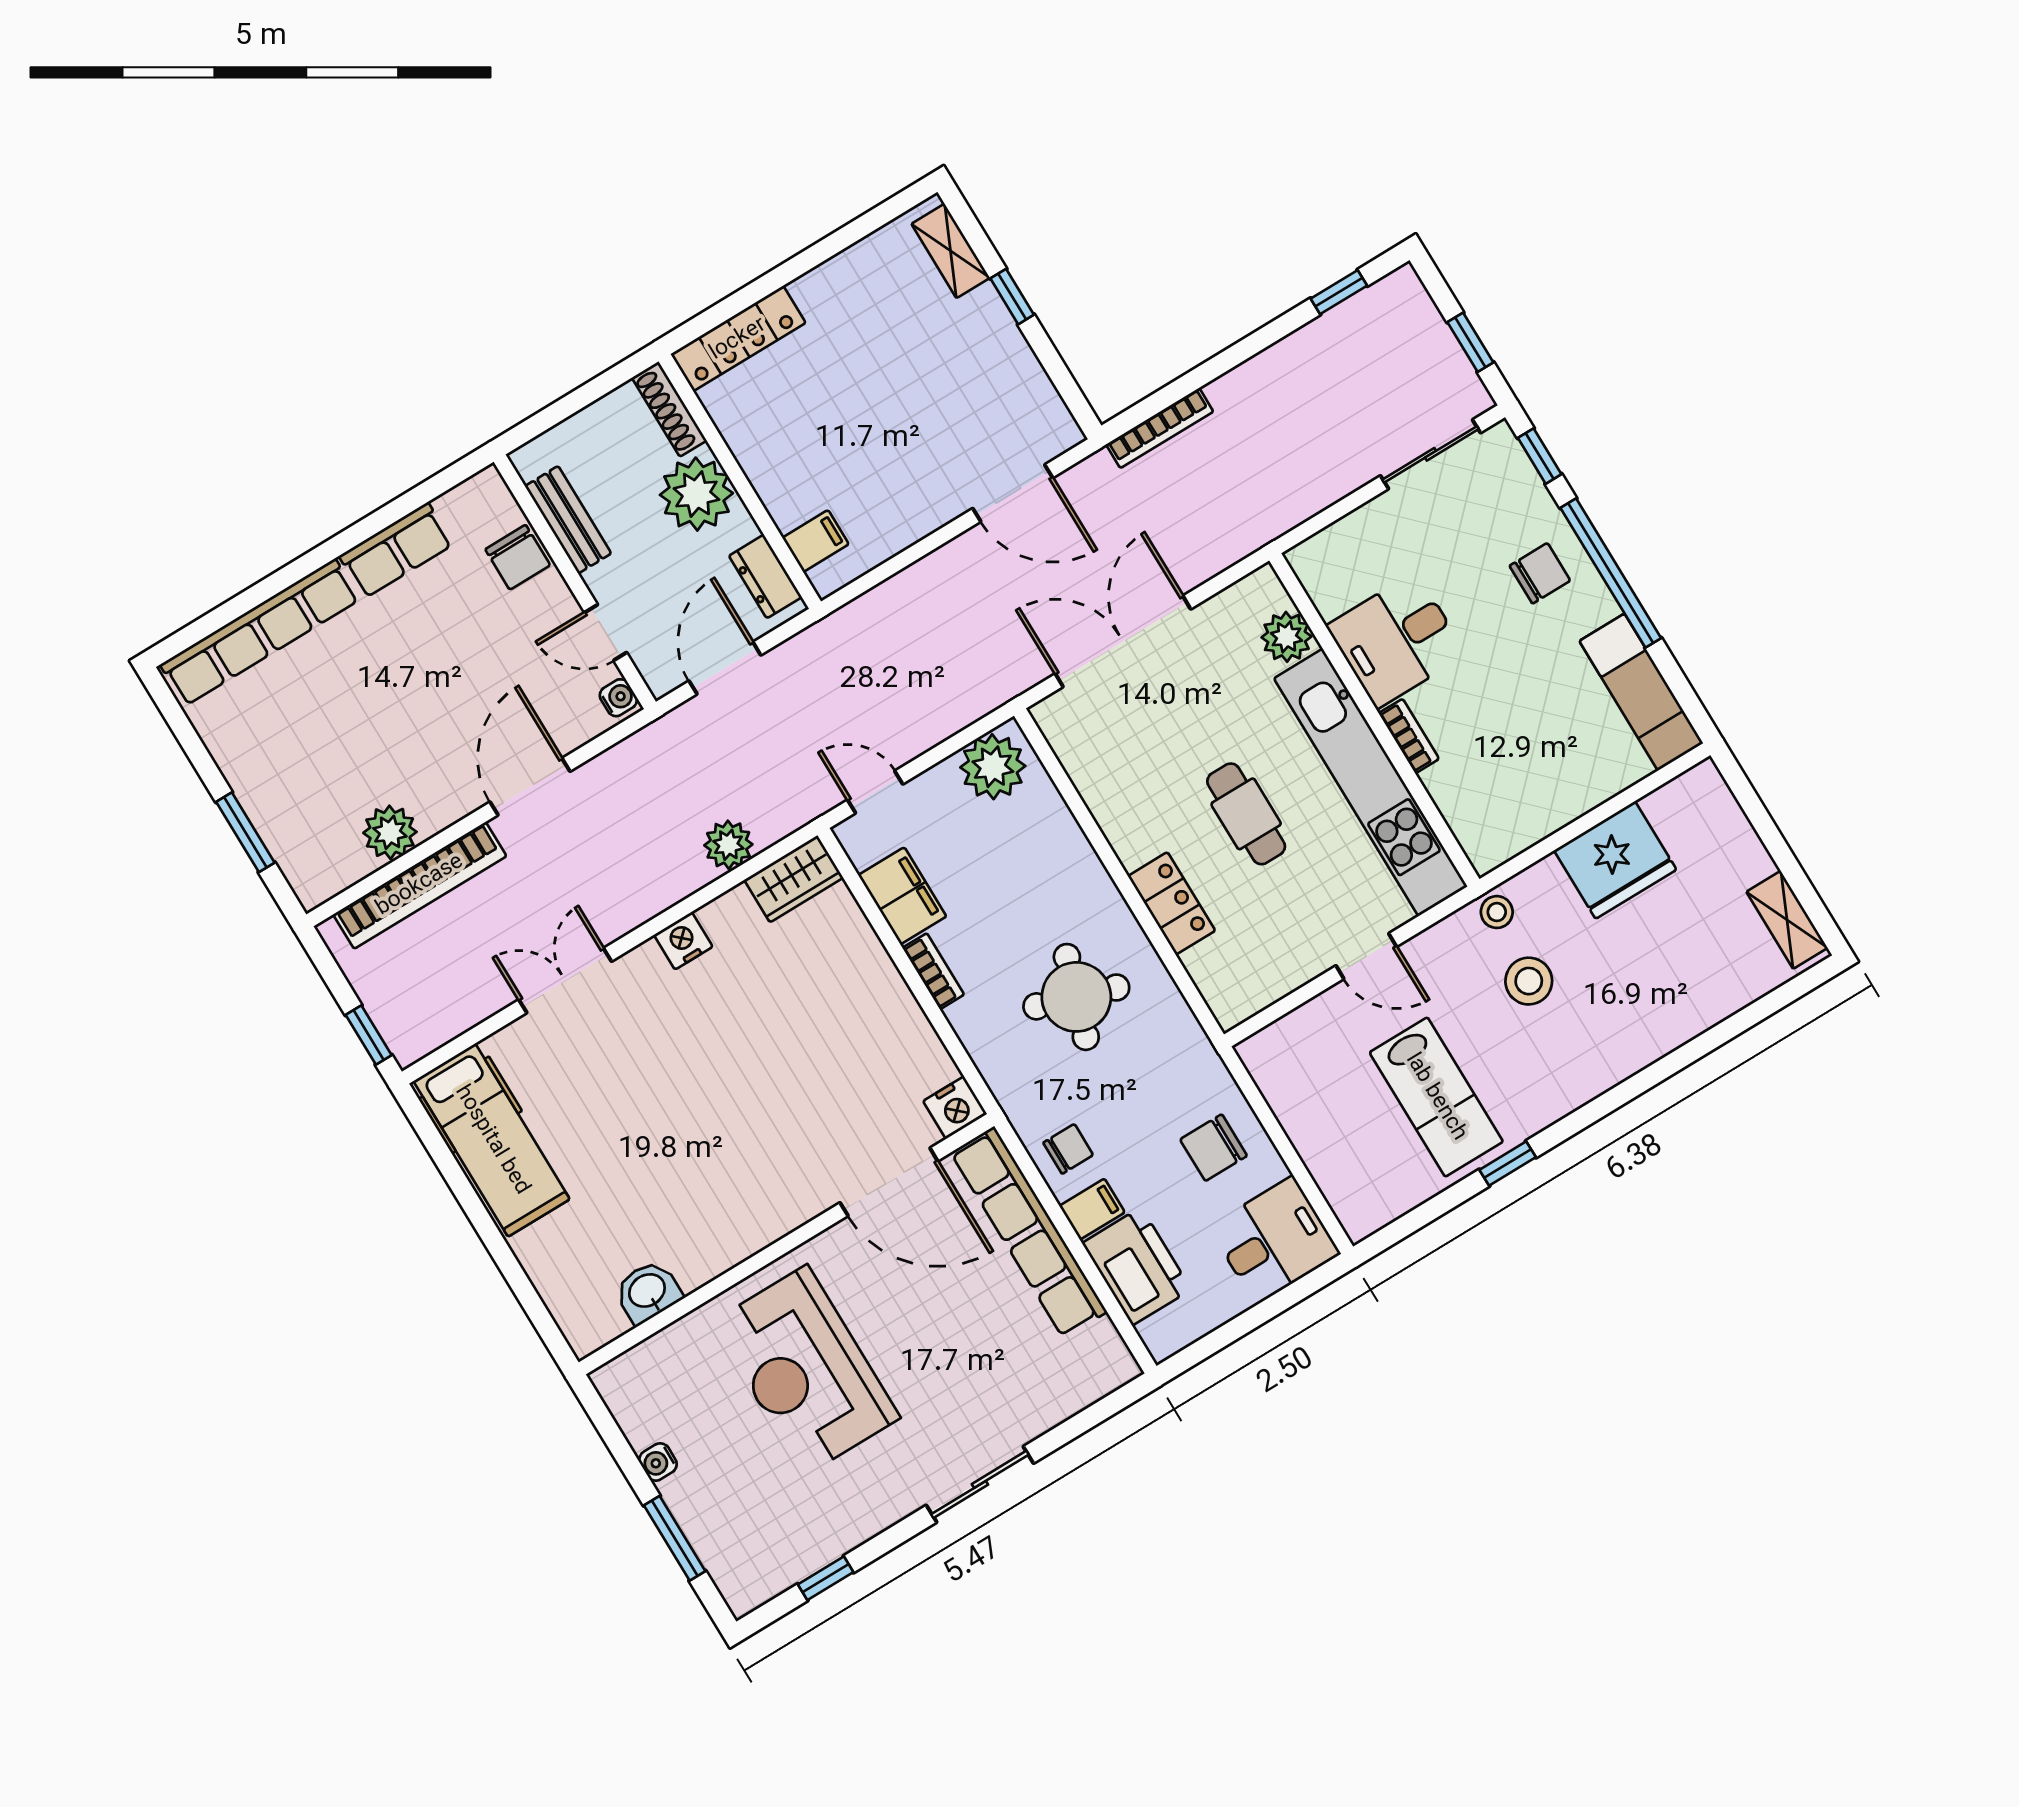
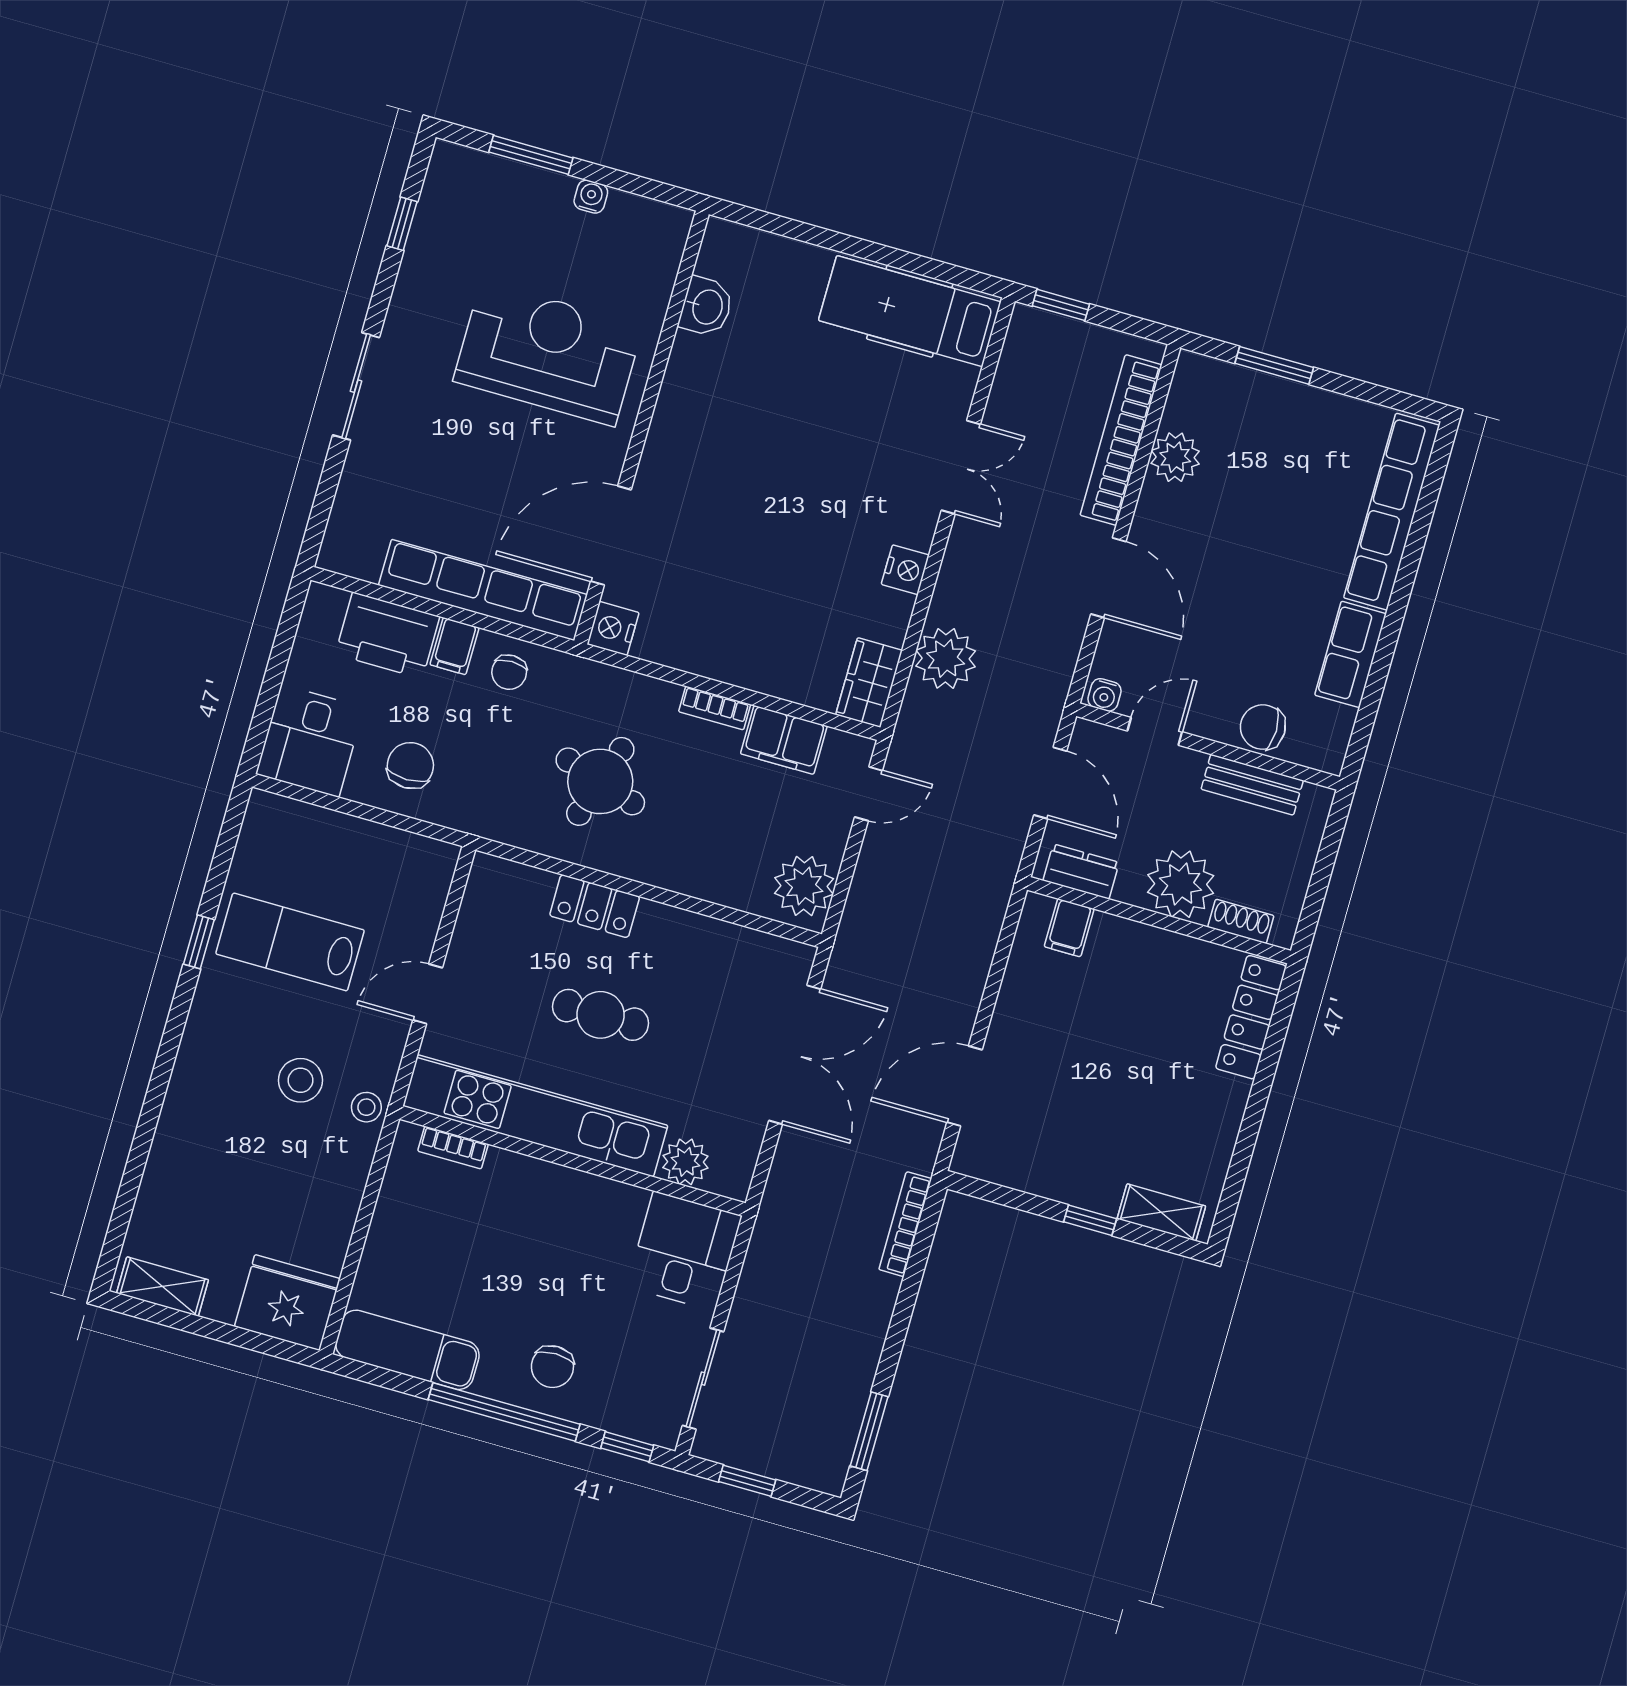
window: (1339, 292) -> (869, 1431), width x1.50
shoe rack: (669, 409) -> (1241, 921), width x0.70
desk: (1396, 640) -> (684, 1251), moved
bookcase: (1409, 736) -> (453, 1148), moved
plant: (728, 845) -> (946, 658), width x1.36, depth x1.36
fridge: (1615, 860) -> (287, 1303), moved, turned 90

